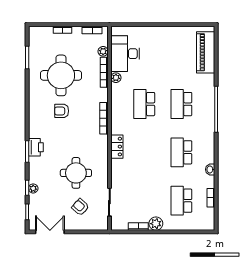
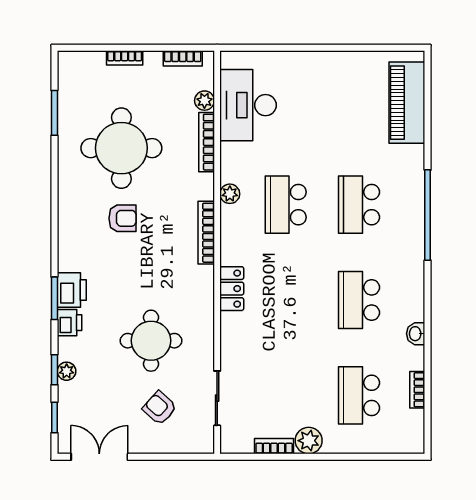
plant: (116, 78) -> (230, 194), moved
armchair: (62, 111) -> (123, 218), turned 180
printer: (35, 164) -> (69, 323), added

